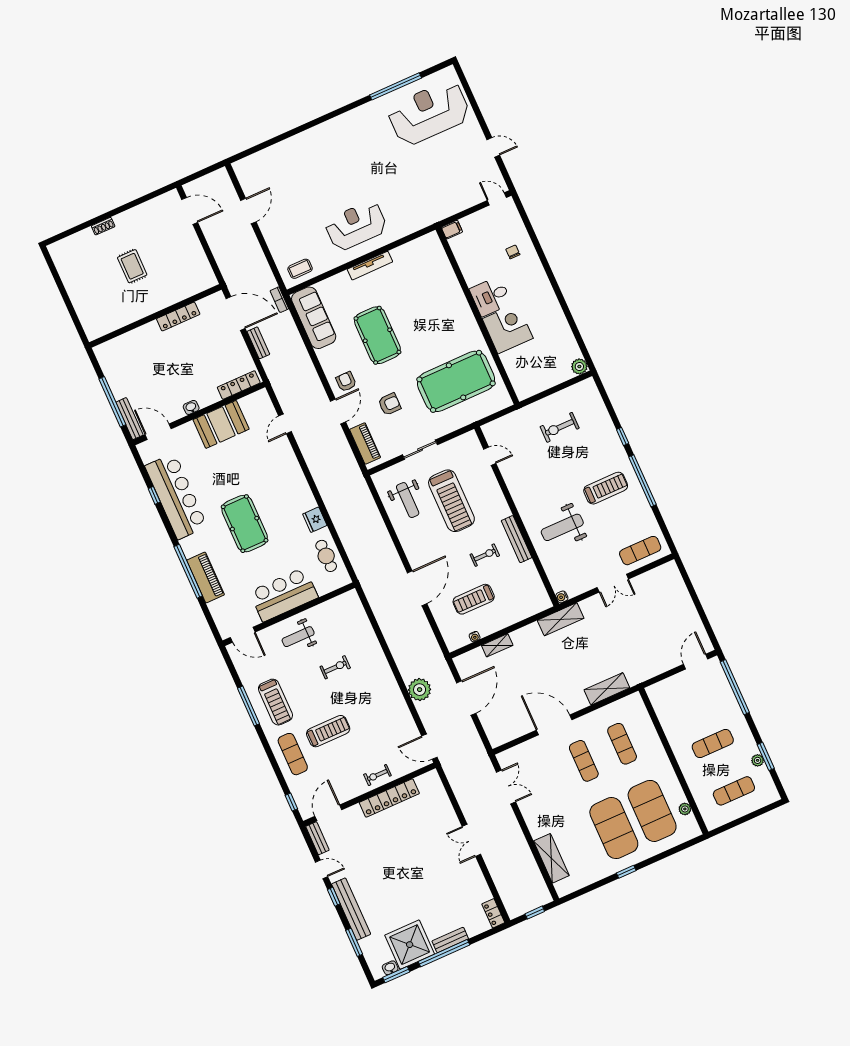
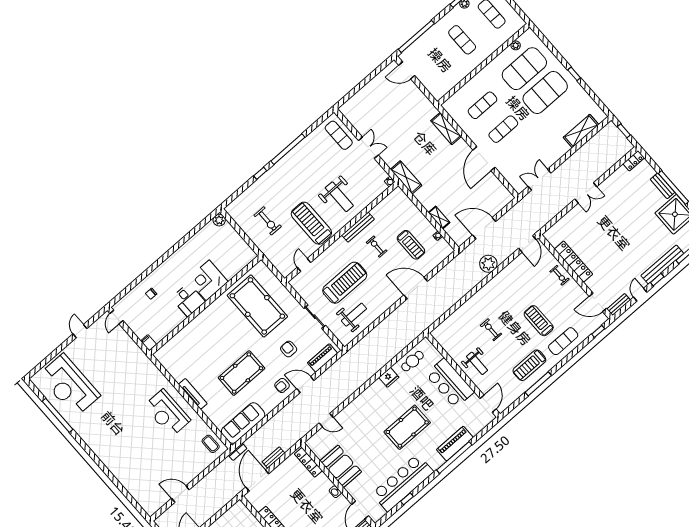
treadmill: (606, 488) -> (311, 223), moved, width x1.37, depth x1.38
treadmill: (275, 702) -> (529, 365), turned 180

